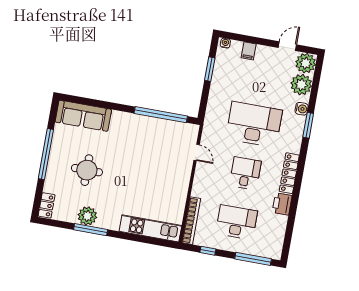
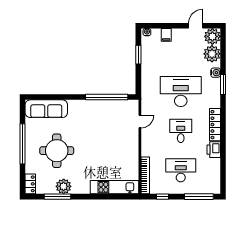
door: (197, 152) -> (140, 121), hinge flipped
round table: (87, 170) -> (57, 151), width x1.36, depth x1.36
window: (91, 230) -> (57, 197), moved

